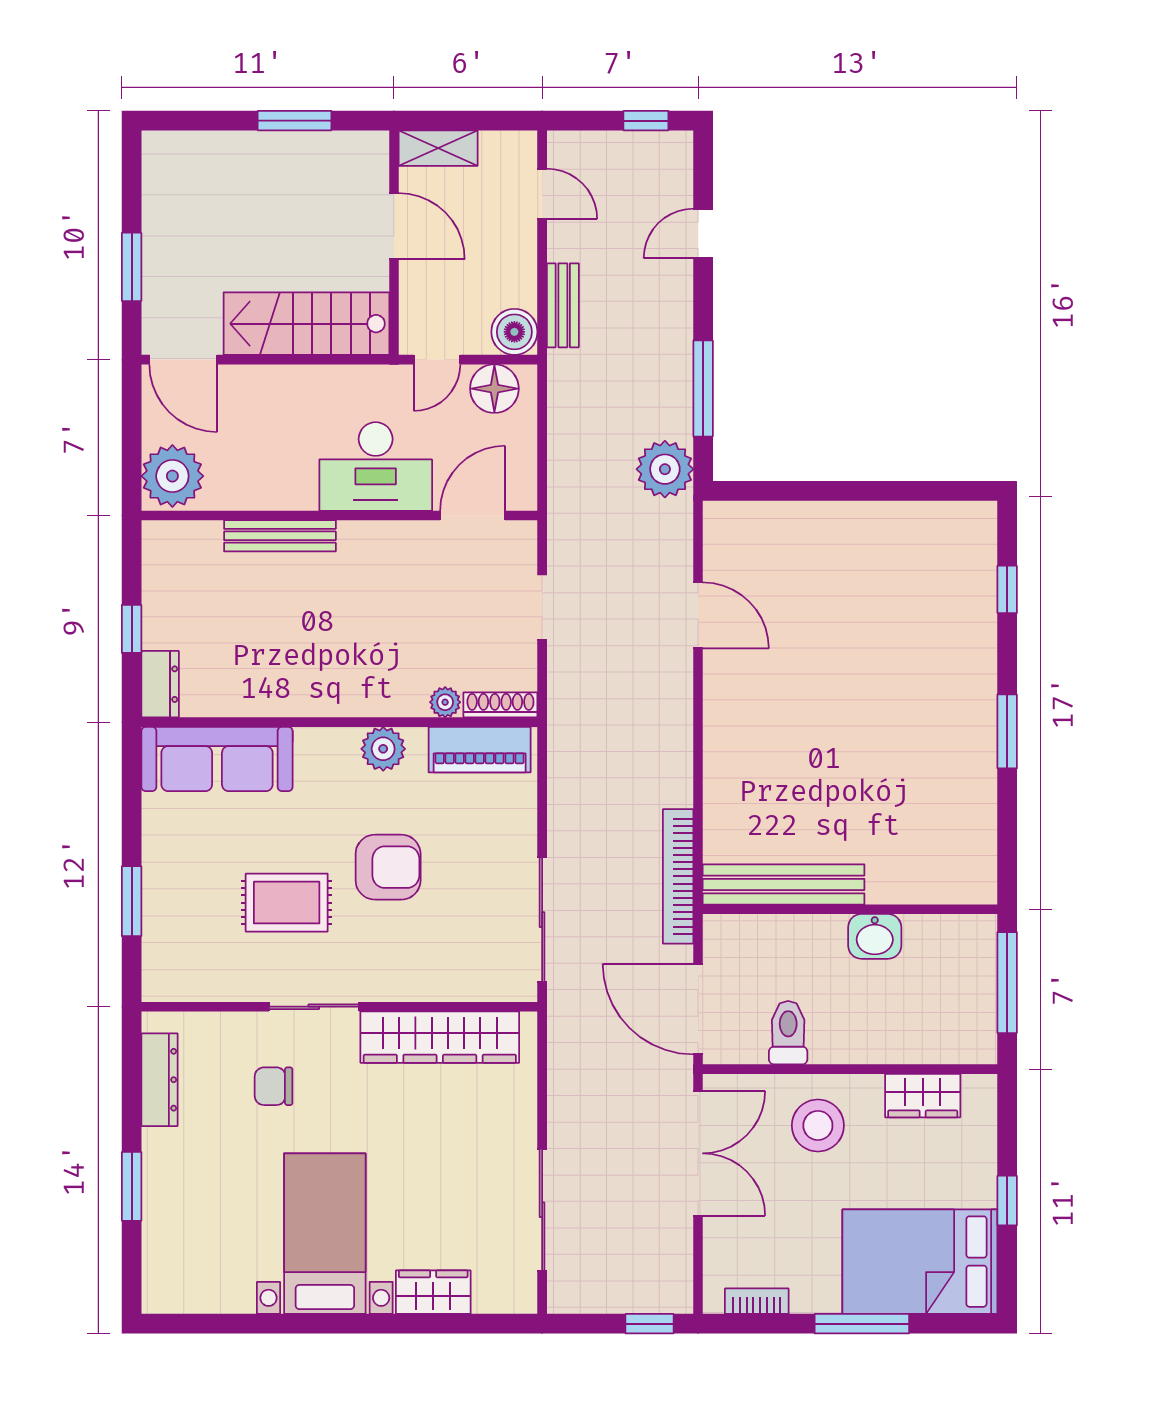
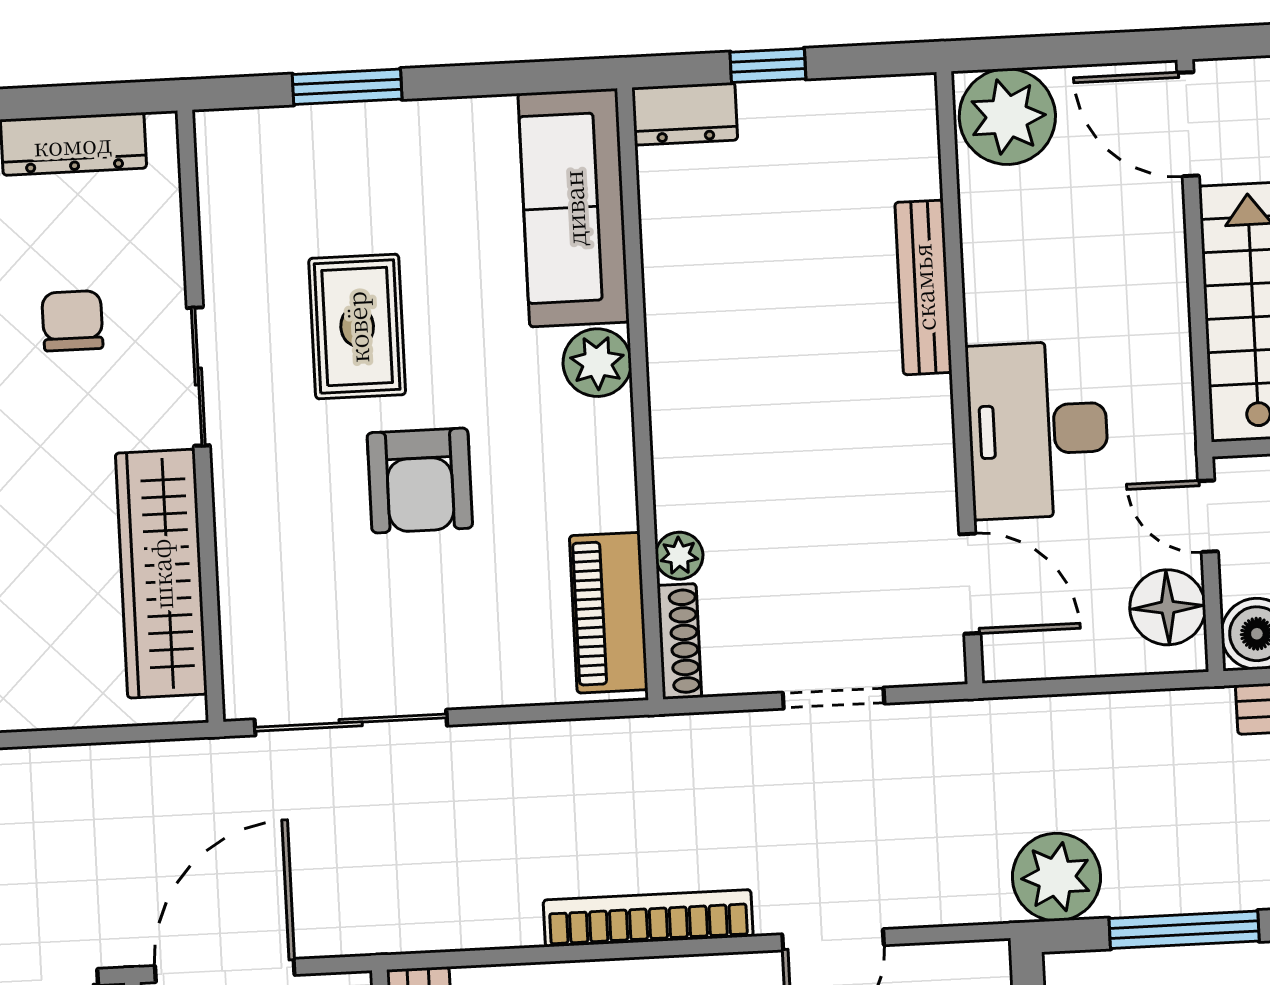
door: (183, 360) -> (1188, 124), hinge flipped
plant: (383, 749) -> (597, 363), moved
bookcase: (678, 876) -> (648, 918), moved

